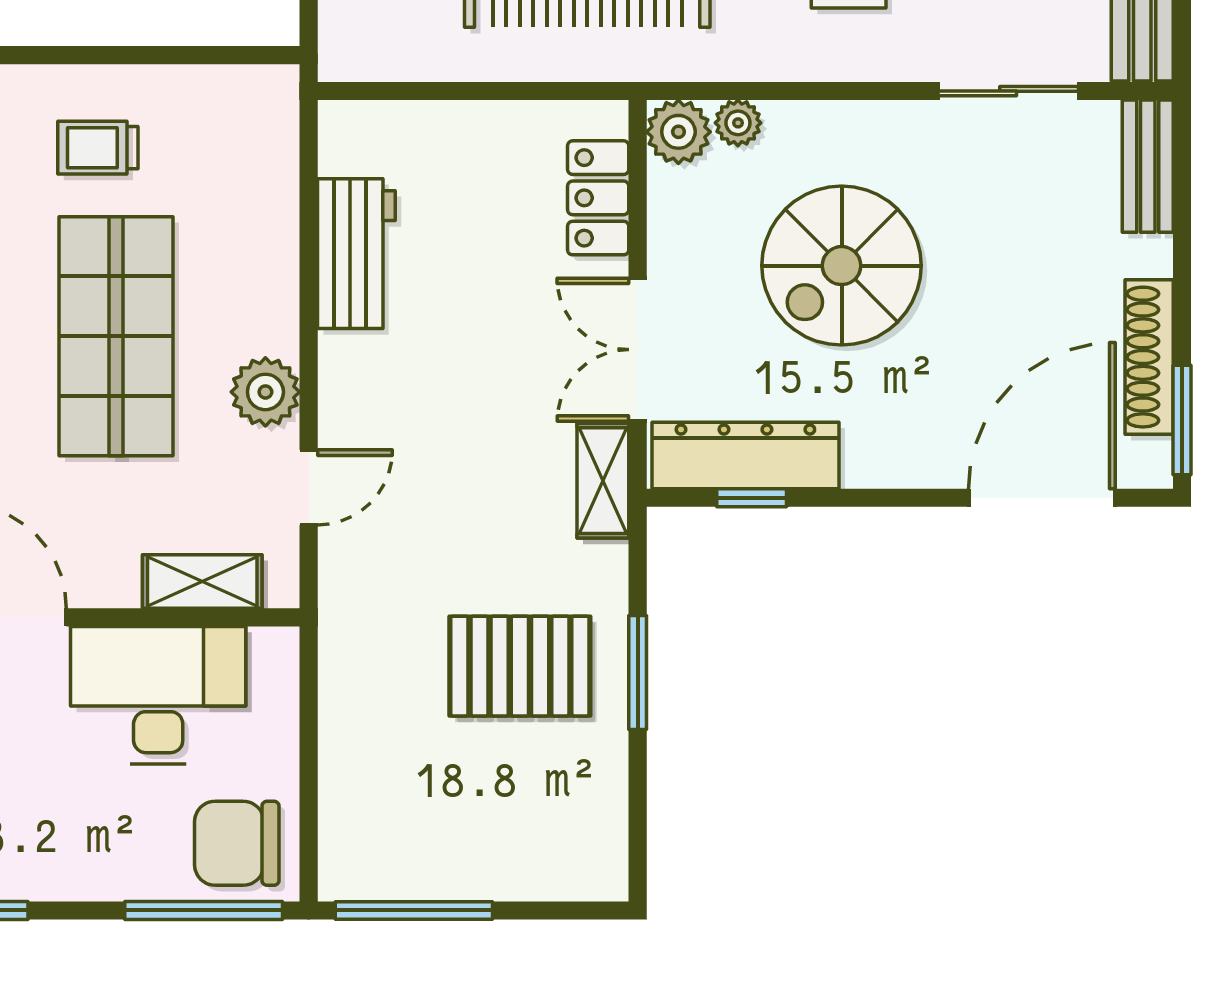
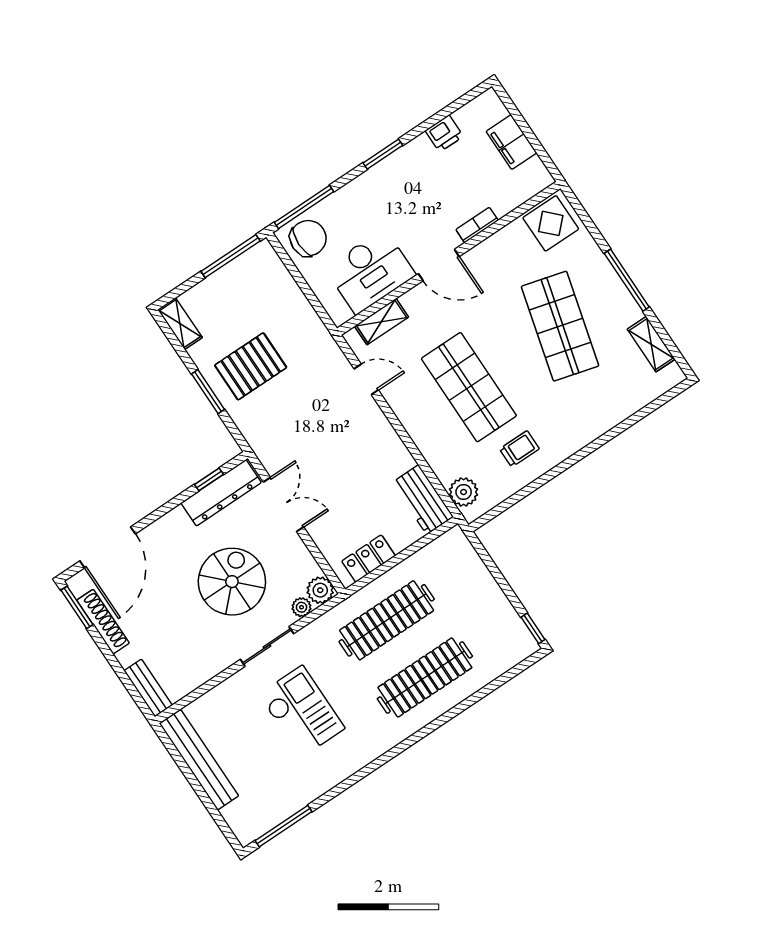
sliding door: (1008, 91) -> (267, 646), moved
locker: (598, 198) -> (369, 559), moved, turned -90
workbench: (356, 254) -> (423, 500), moved
plant: (265, 392) -> (464, 492), moved
shelving: (603, 481) -> (180, 324), moved
door: (309, 487) -> (366, 379), swing flipped

